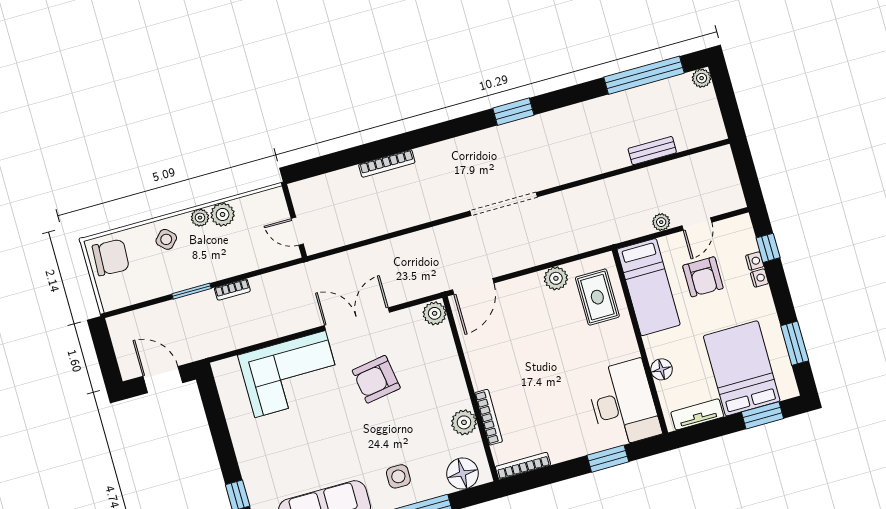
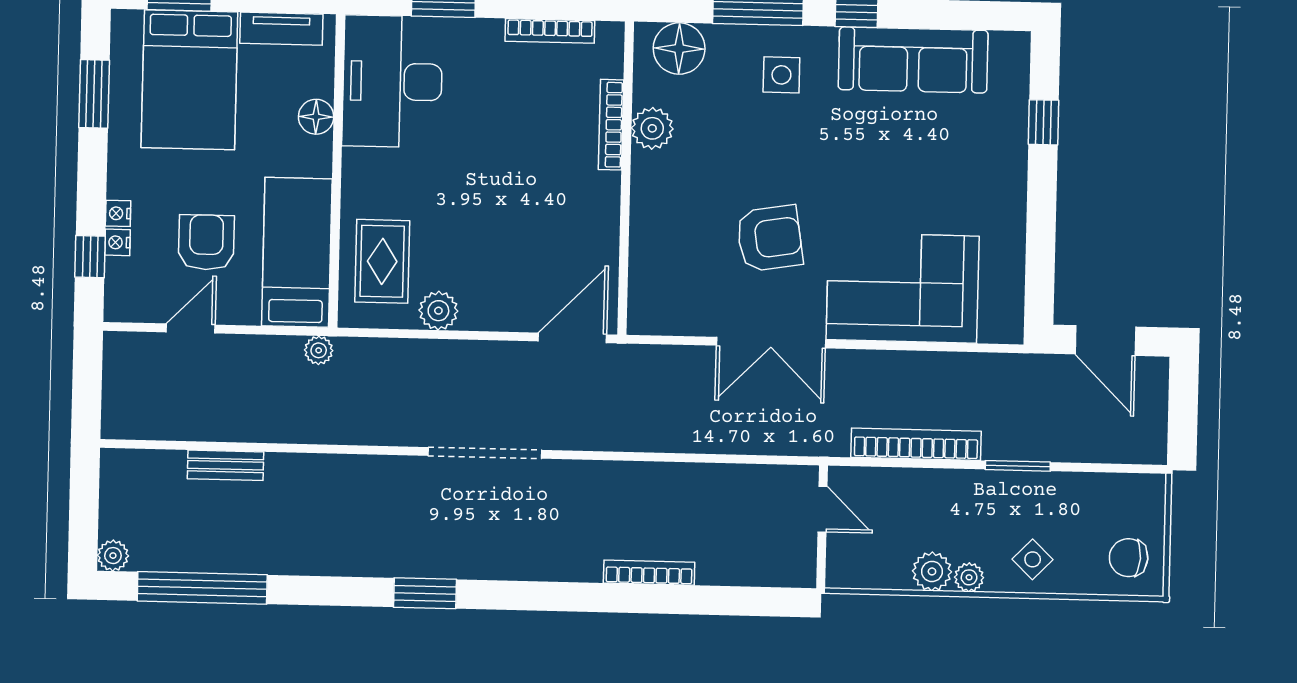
plant: (661, 222) -> (319, 350), moved
chair: (111, 257) -> (1129, 558), width x0.73, depth x0.73
bookcase: (232, 290) -> (916, 444), width x2.31, depth x1.31
plant: (435, 313) -> (646, 314), removed
bookcase: (523, 466) -> (550, 31), moved

